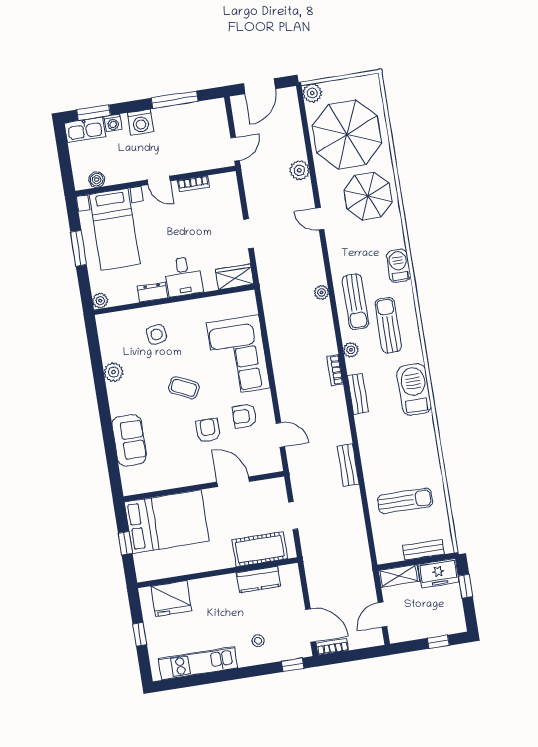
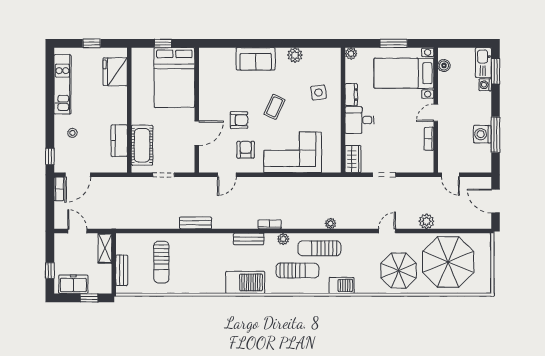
plant: (312, 93) -> (484, 240), removed
washing machine: (141, 122) -> (482, 134), moved
sofa: (129, 440) -> (256, 59), moved
freezer: (438, 573) -> (73, 284), moved, turned 90

